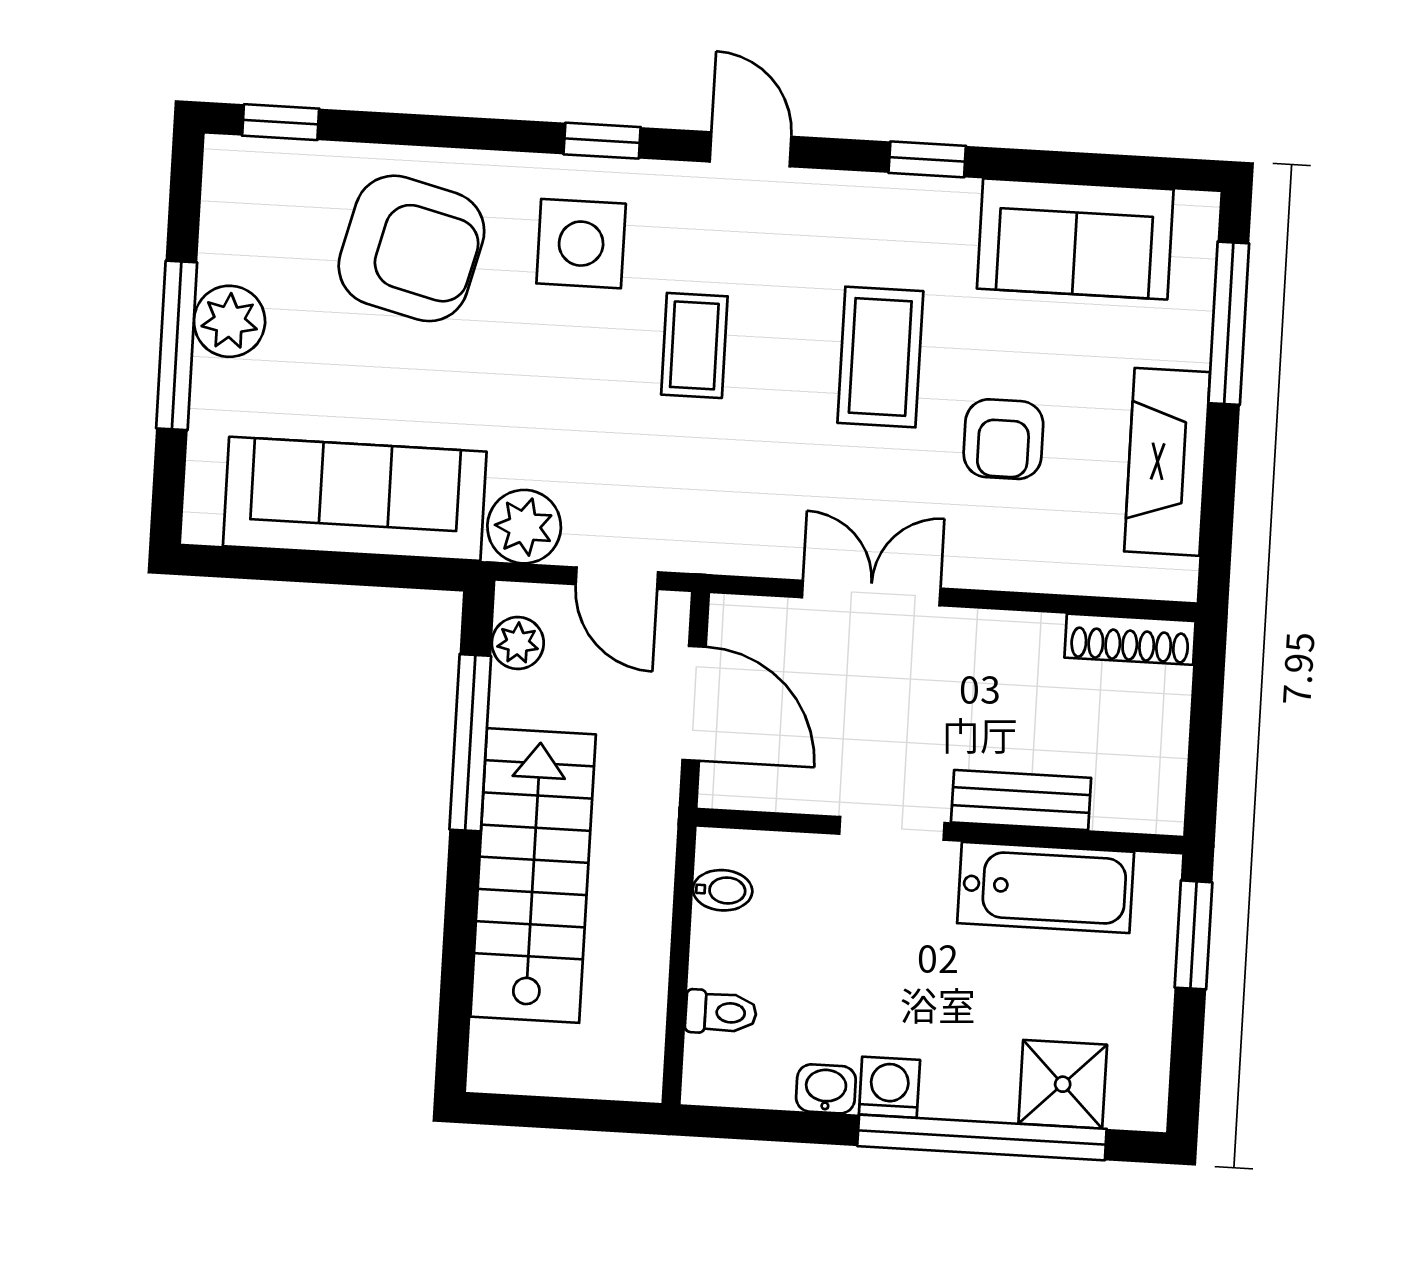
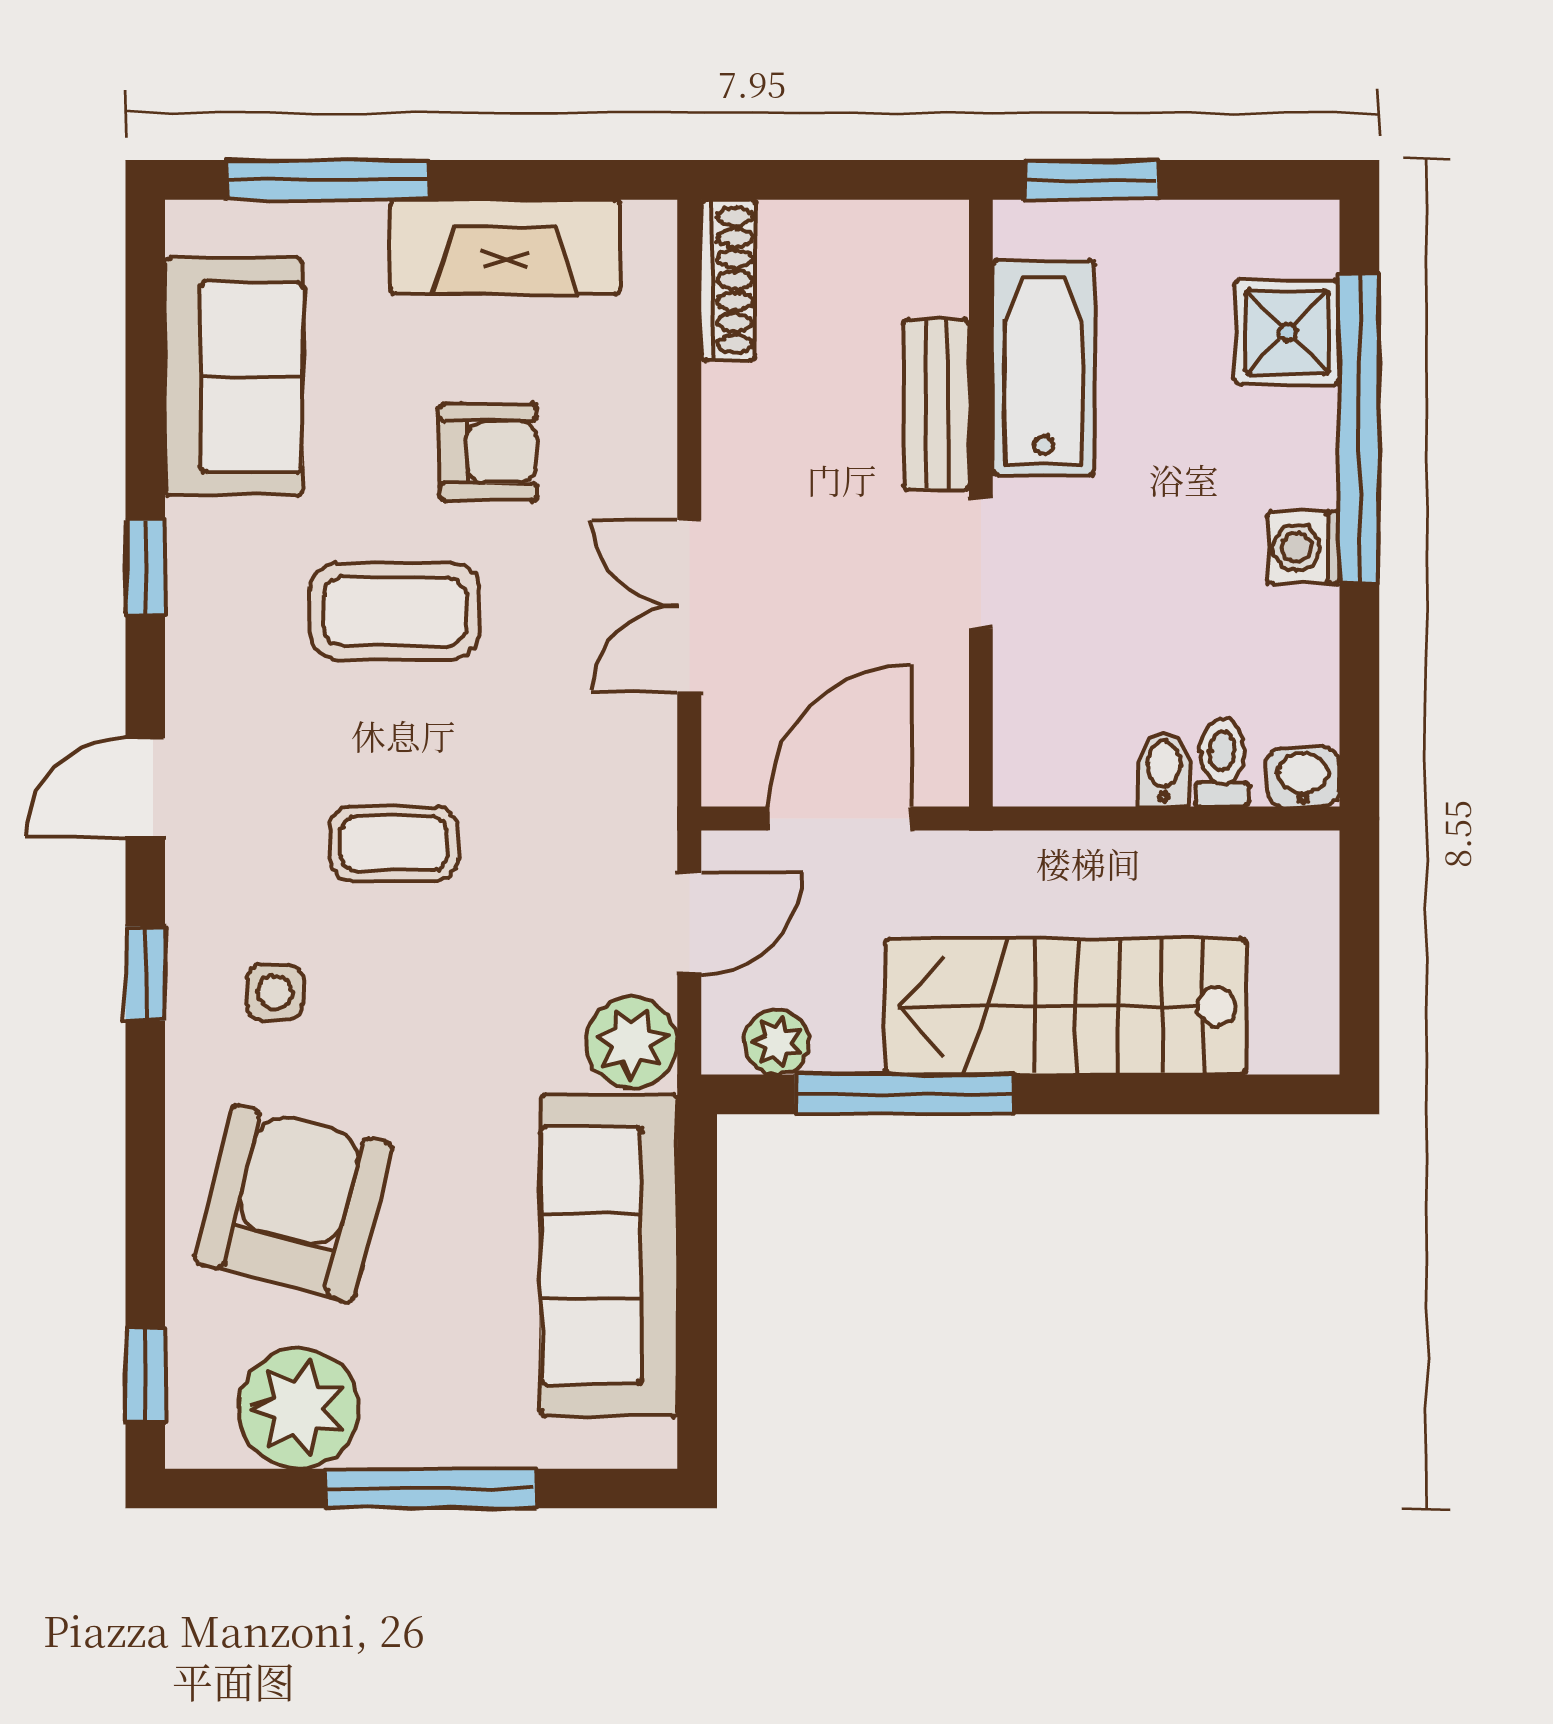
side table: (581, 244) -> (275, 992), width x0.54, depth x0.54
plant: (229, 321) -> (299, 1408), moved, width x1.36, depth x1.36
bidet: (723, 890) -> (1164, 770), moved
washbasin: (826, 1089) -> (1303, 777), moved, turned 90

